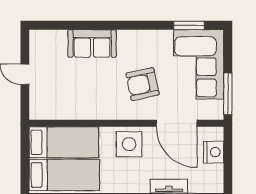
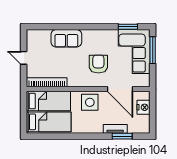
armchair: (143, 84) -> (98, 64), turned 102
window: (228, 94) -> (153, 50), moved
bookcase: (61, 113) -> (47, 82), added

